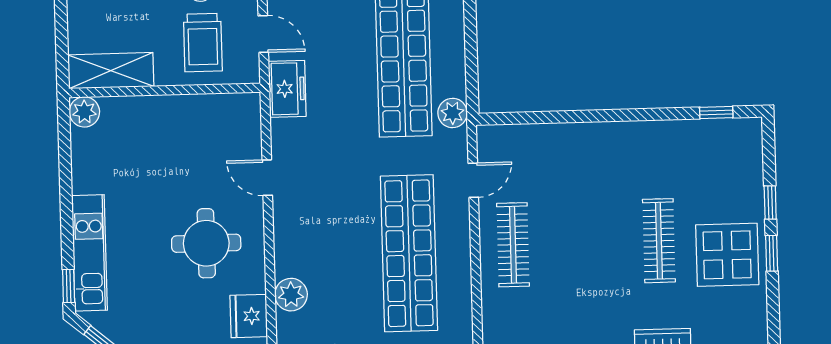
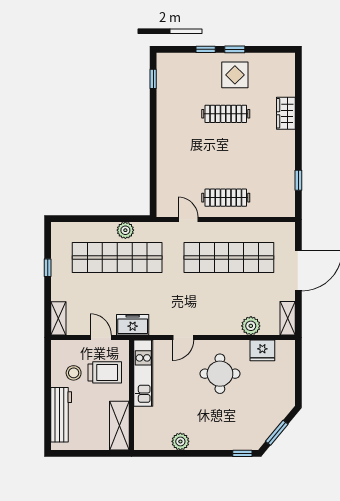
door: (263, 34) -> (101, 338), hinge flipped
plant: (84, 112) -> (180, 441), moved
plant: (453, 113) -> (125, 230), moved
kitchen unit: (90, 253) -> (143, 373), moved, turned 90
display table: (727, 255) -> (235, 75), width x0.73, depth x0.73

